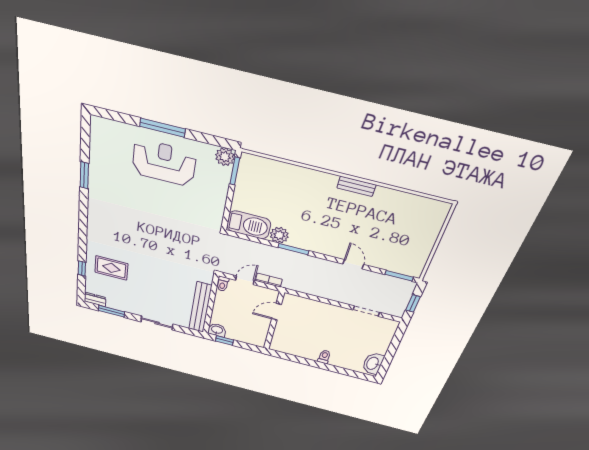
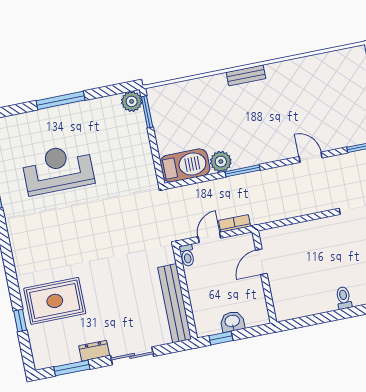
reception desk: (164, 163) -> (58, 169), moved
bench: (356, 186) -> (246, 75), moved
rug: (111, 268) -> (55, 301), width x1.36, depth x1.43
dresser: (95, 299) -> (94, 351), moved
washbasin: (217, 330) -> (232, 322), moved

